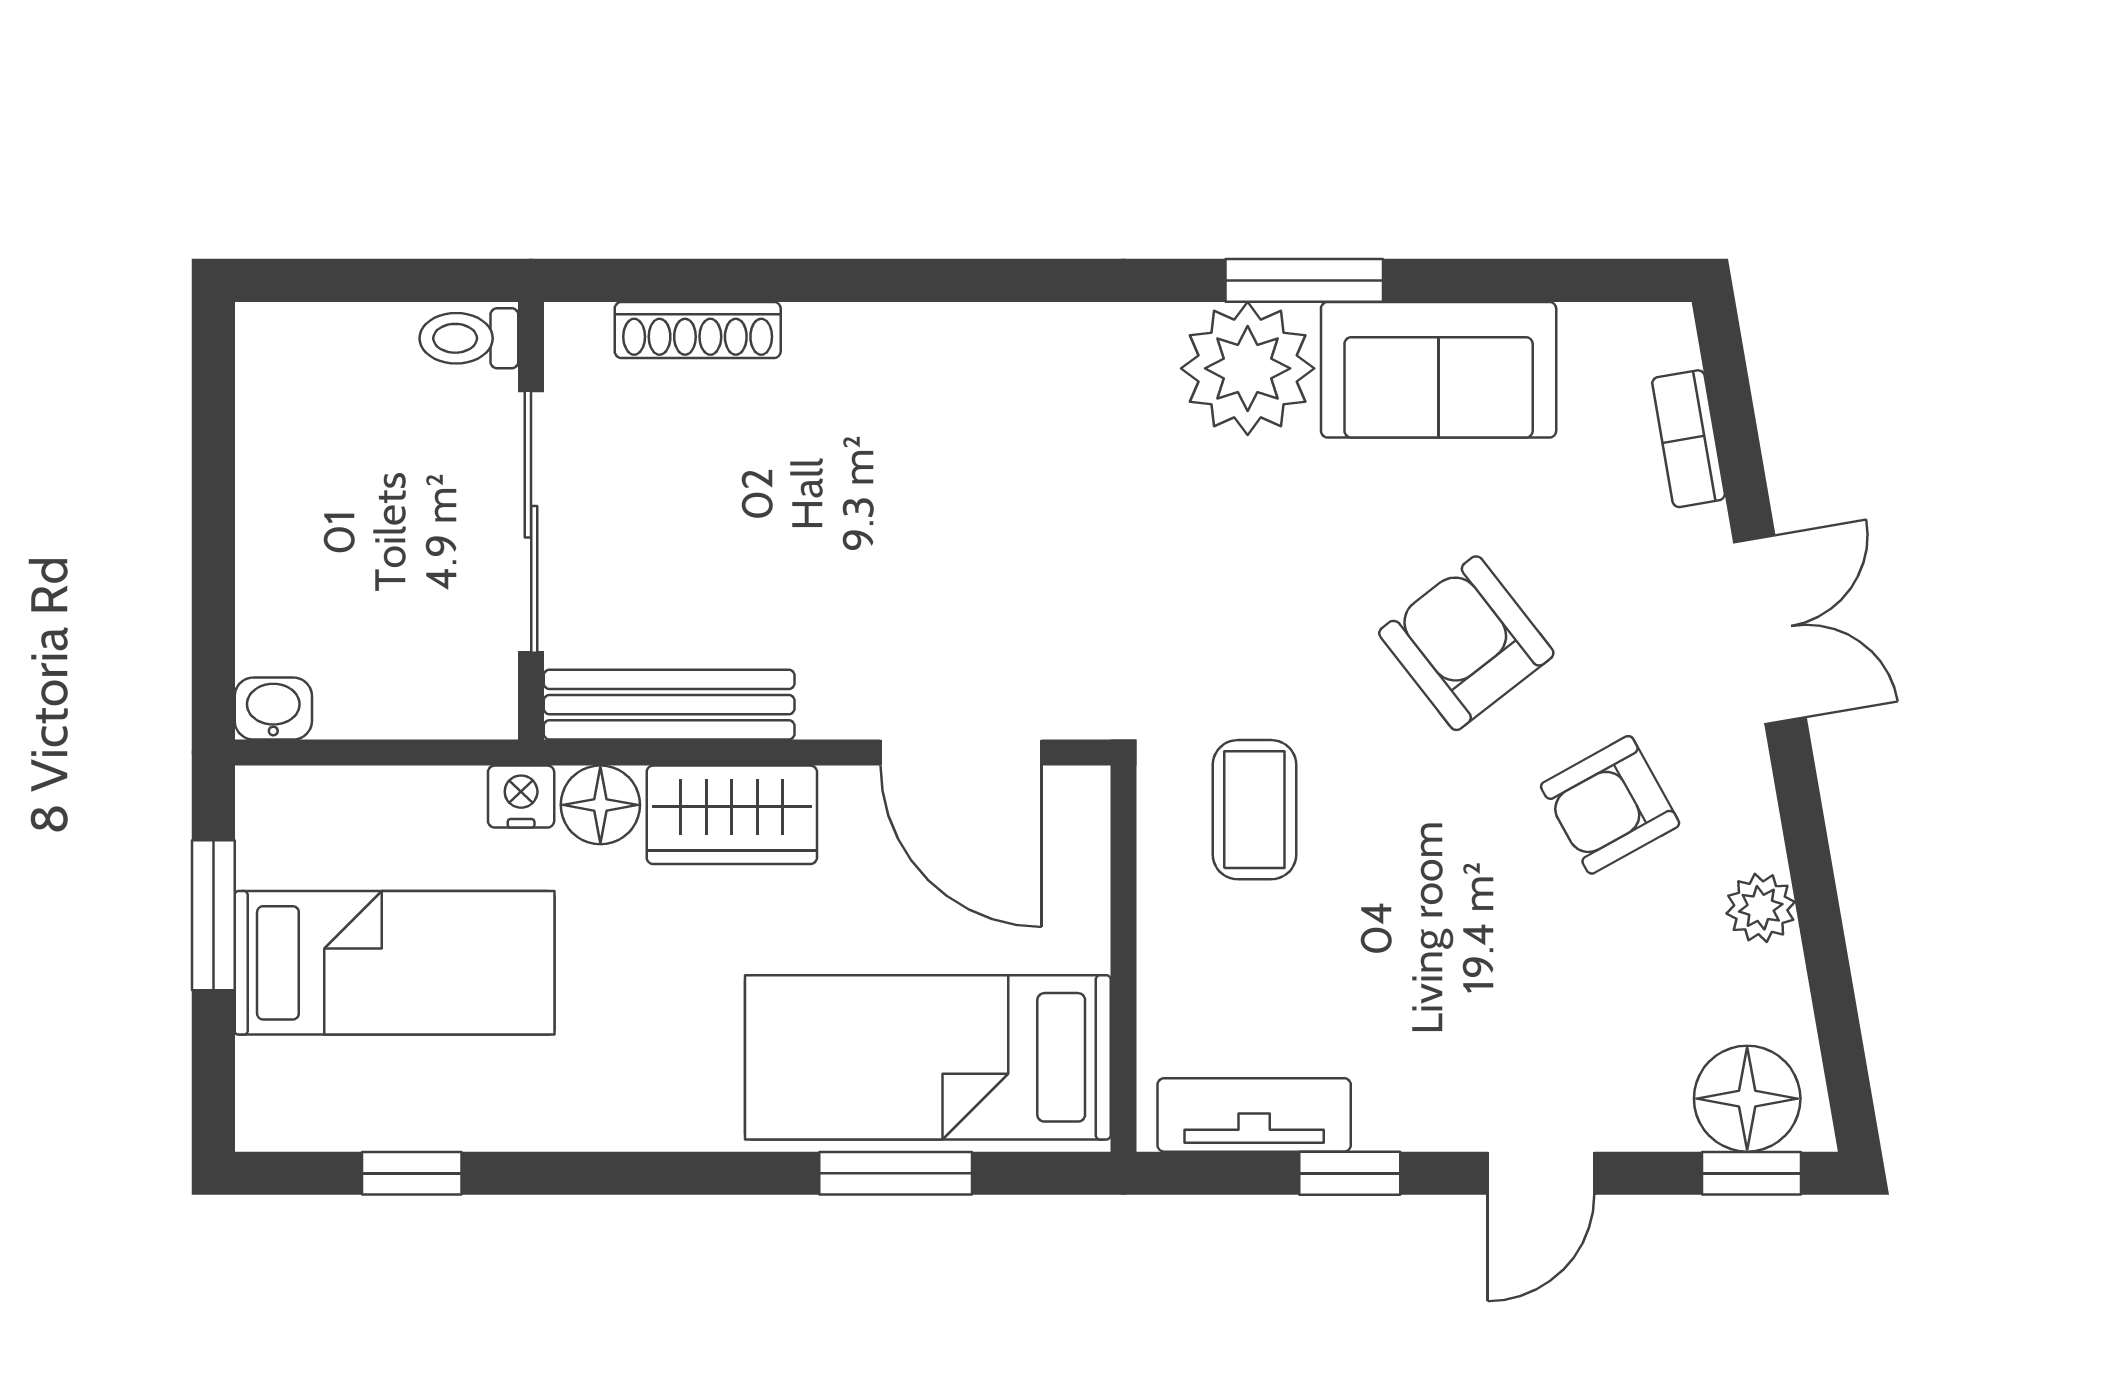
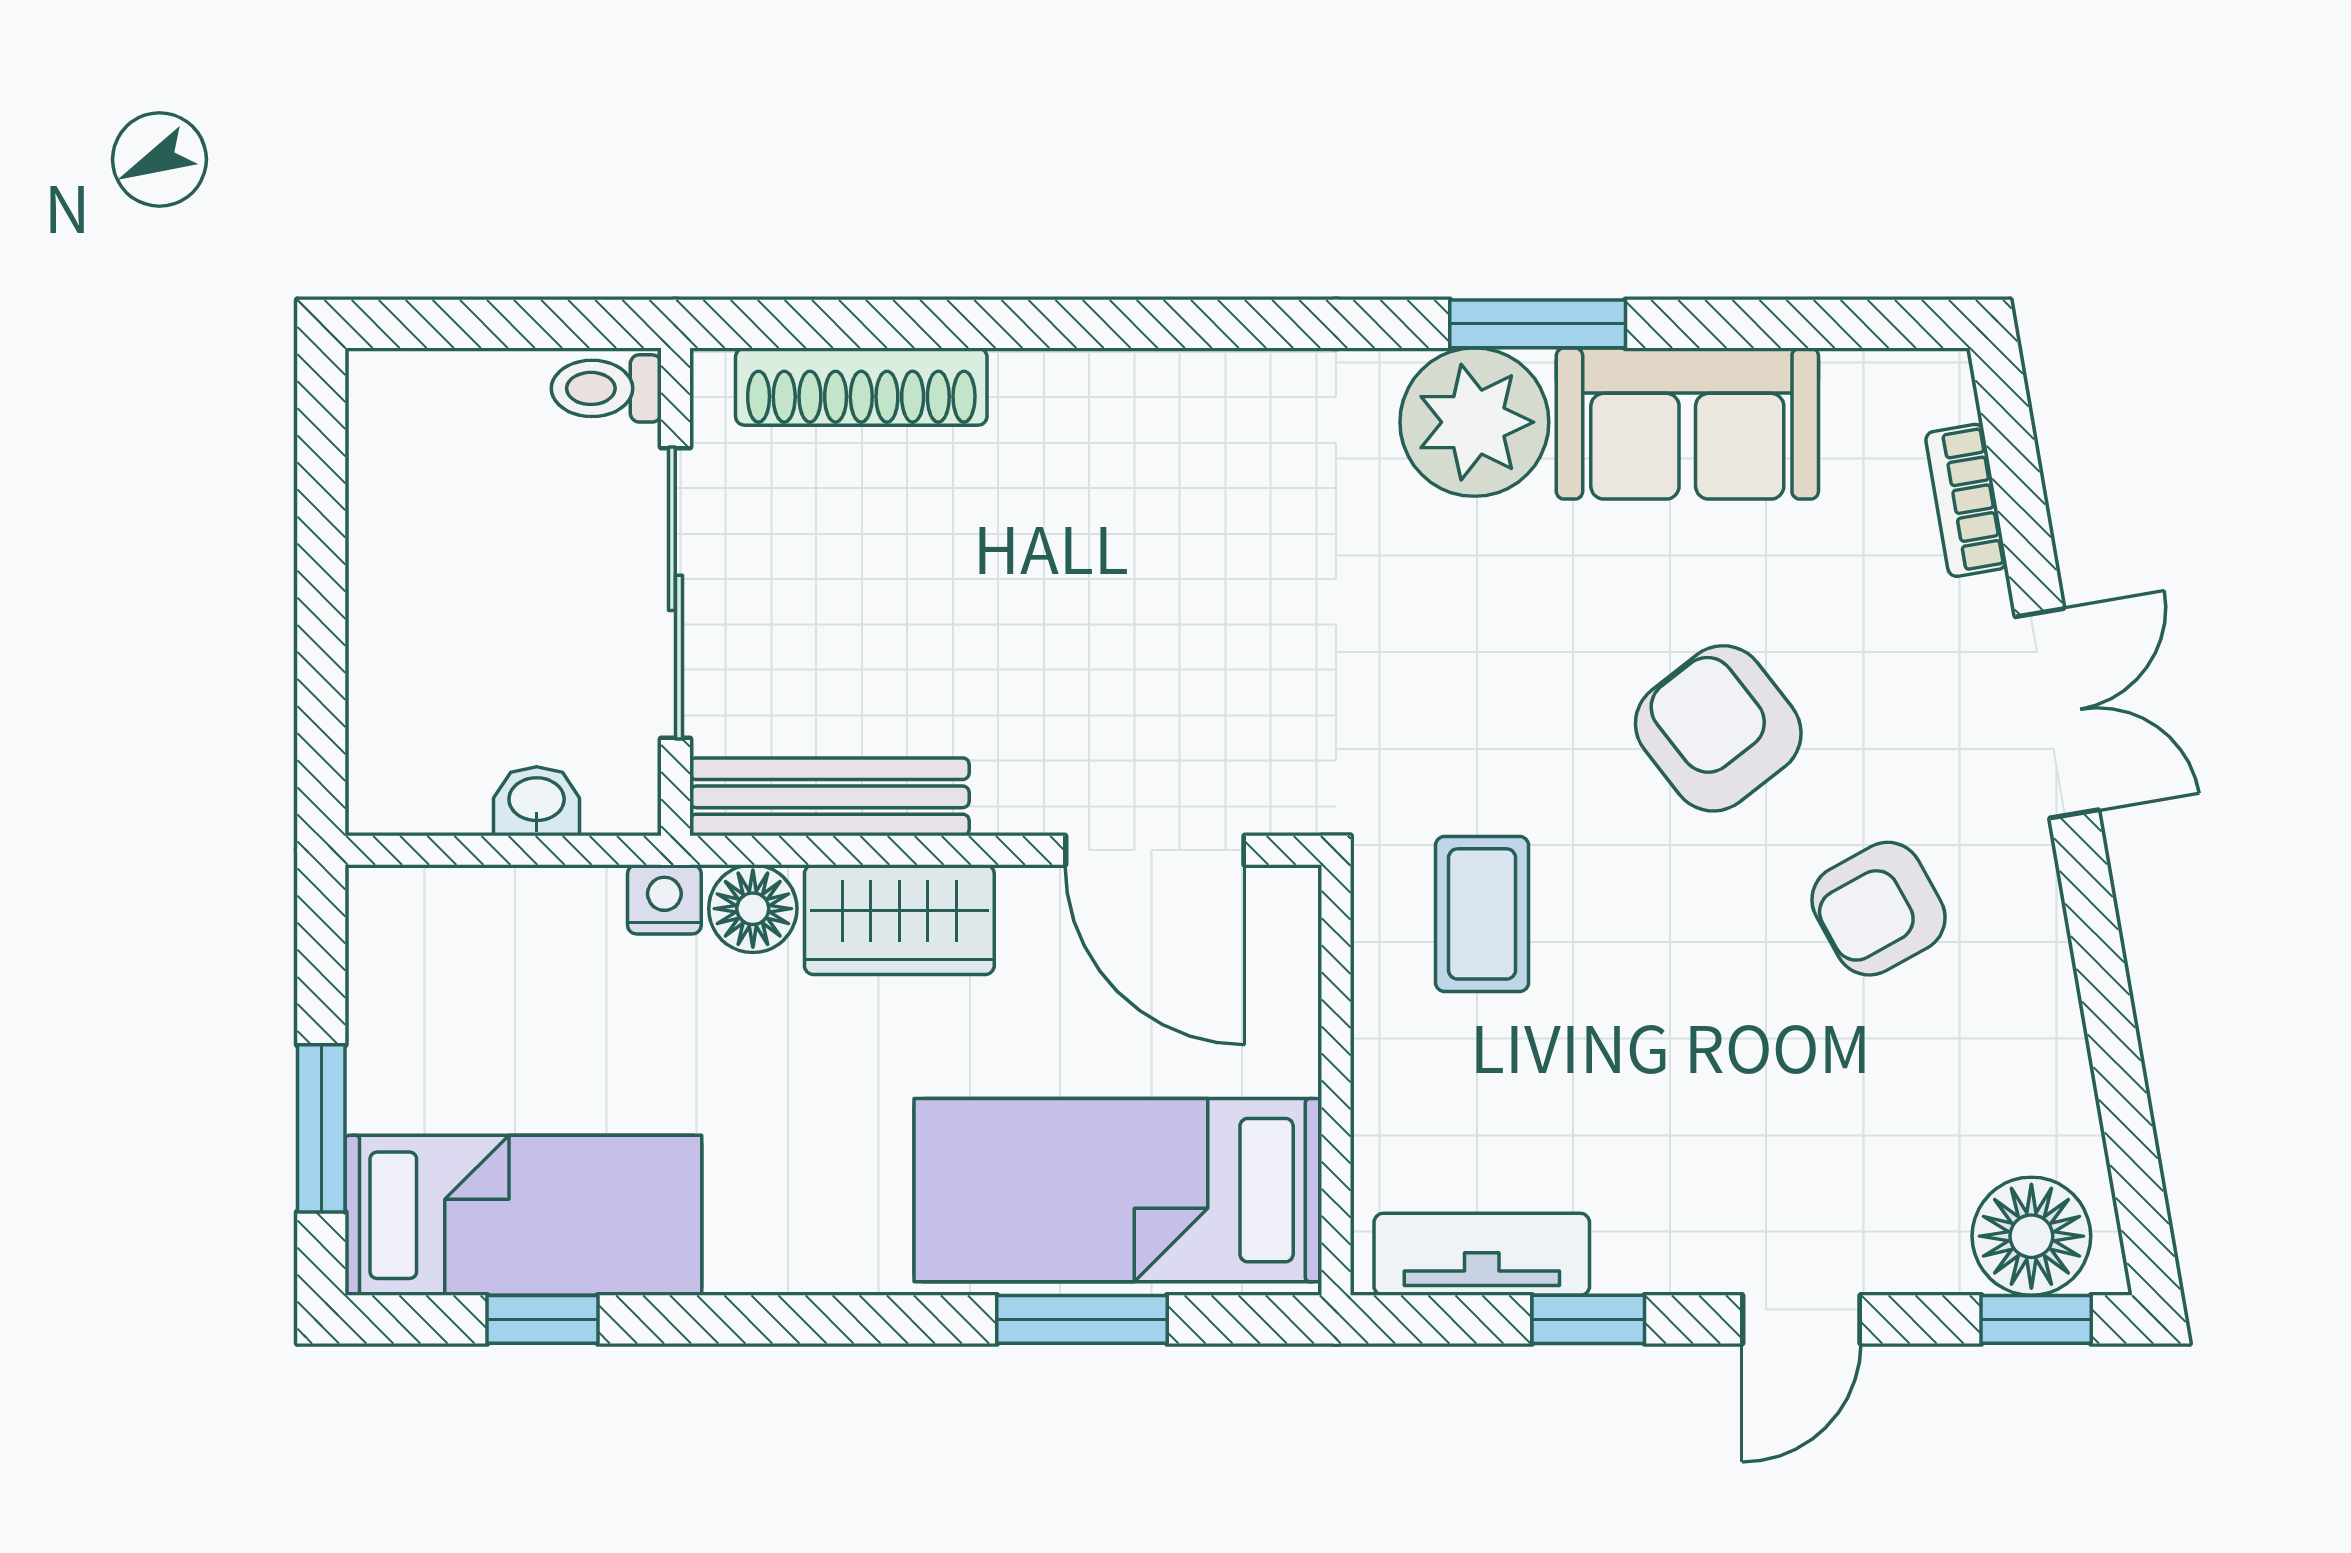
shoe rack: (698, 330) -> (861, 387), width x1.36, depth x1.24
washbasin: (273, 709) -> (537, 801), moved
plant: (1761, 908) -> (2046, 1023), removed
window: (213, 915) -> (321, 1128), moved
bed: (395, 963) -> (523, 1215), moved

